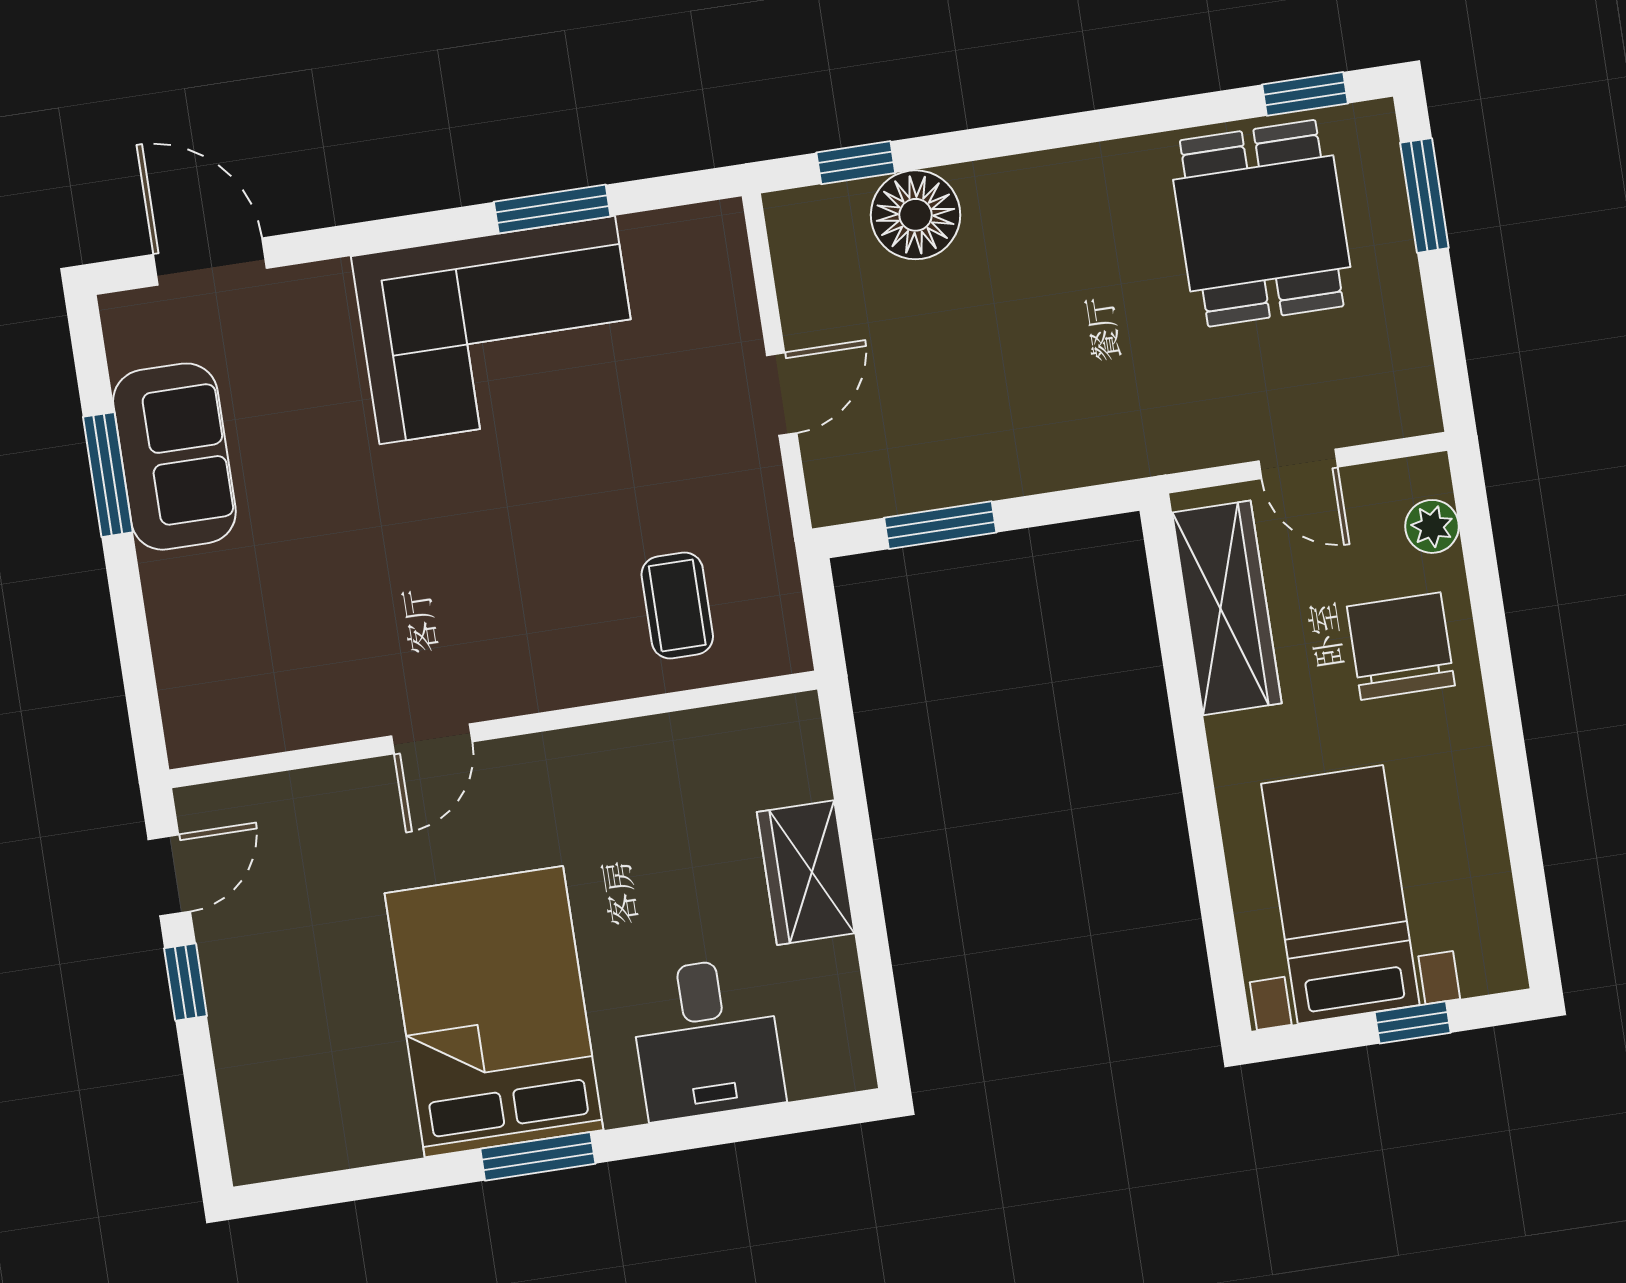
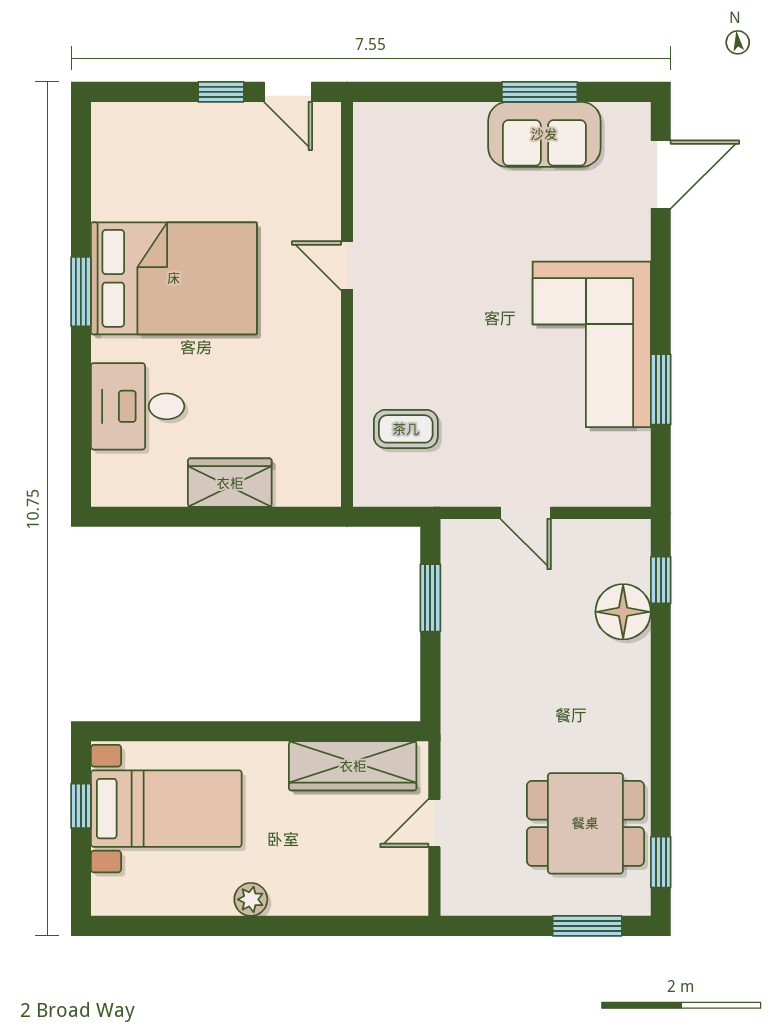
plant: (1432, 526) -> (251, 899), moved
chair: (1401, 646) -> (313, 869), removed
window: (1413, 1022) -> (81, 806), moved

